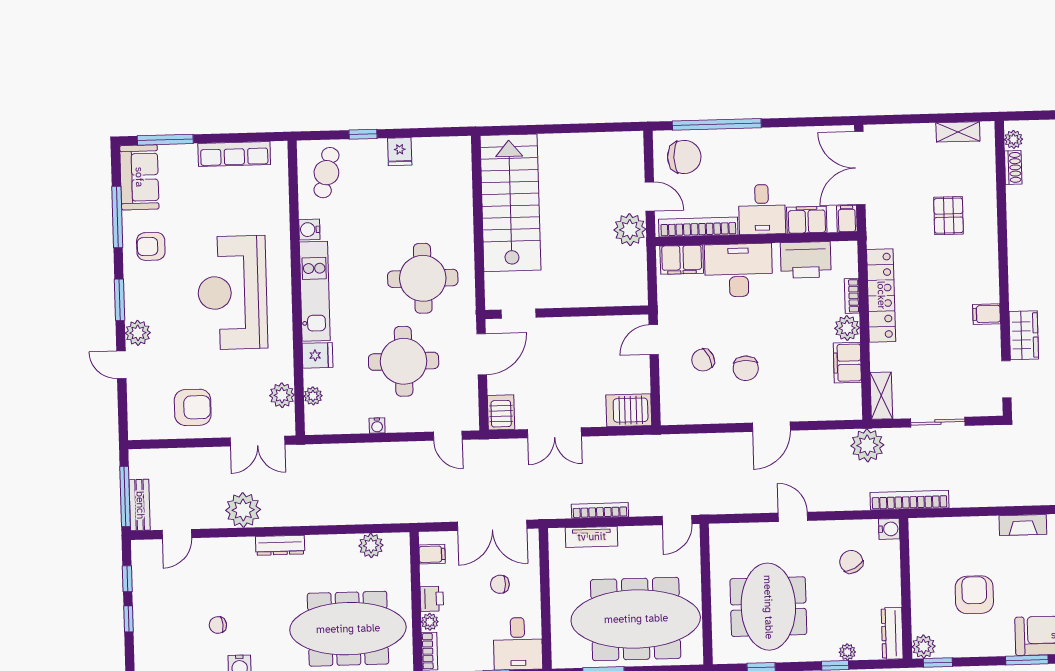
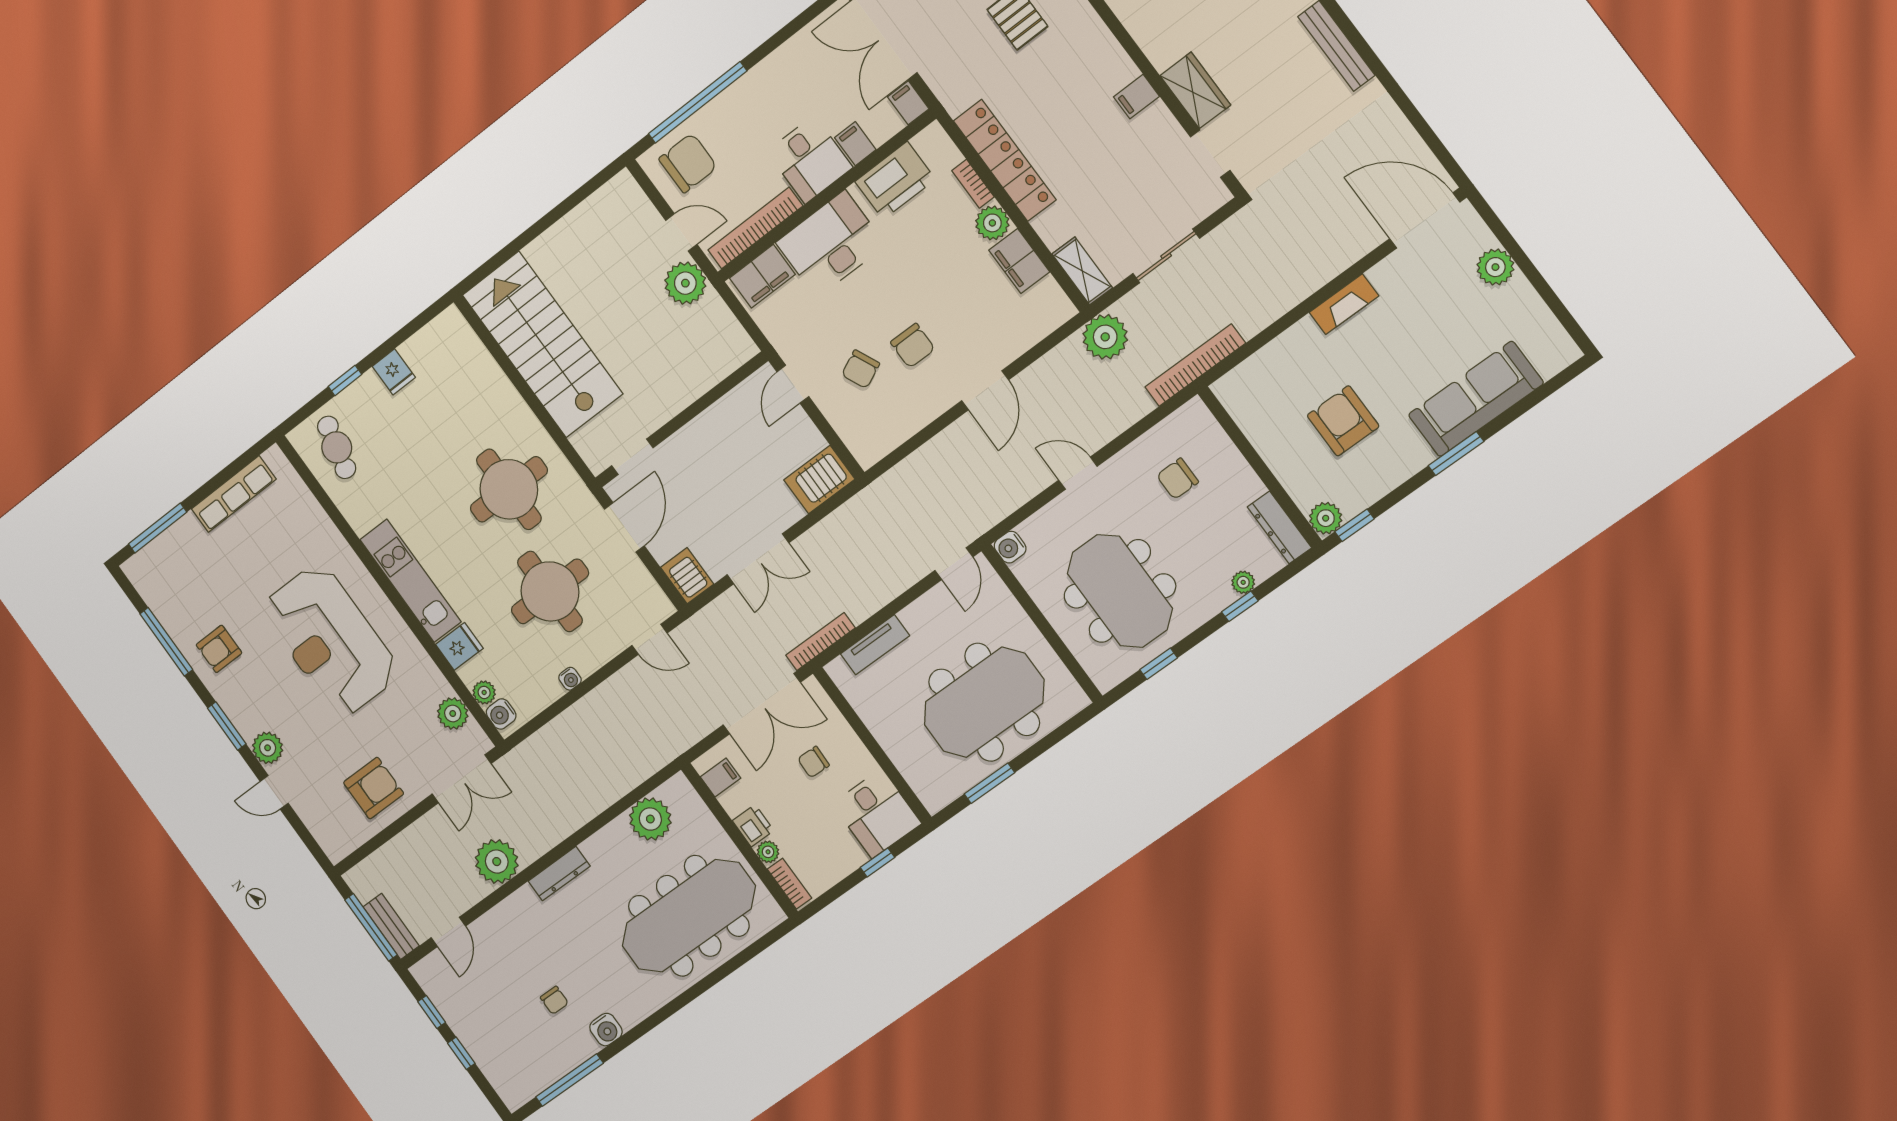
sofa: (139, 177) -> (159, 585), removed
filing cabinet: (807, 220) -> (855, 144), width x0.50
water cooler: (309, 230) -> (501, 714), moved
bookcase: (600, 510) -> (820, 642), moved
water cooler: (889, 529) -> (1010, 547), moved, turned 180
plant: (371, 546) -> (650, 819), width x1.36, depth x1.36
chair: (851, 562) -> (1178, 479), turned -62
meeting table: (636, 619) -> (984, 702), width x0.73
chair: (218, 625) -> (554, 1000), turned -85

